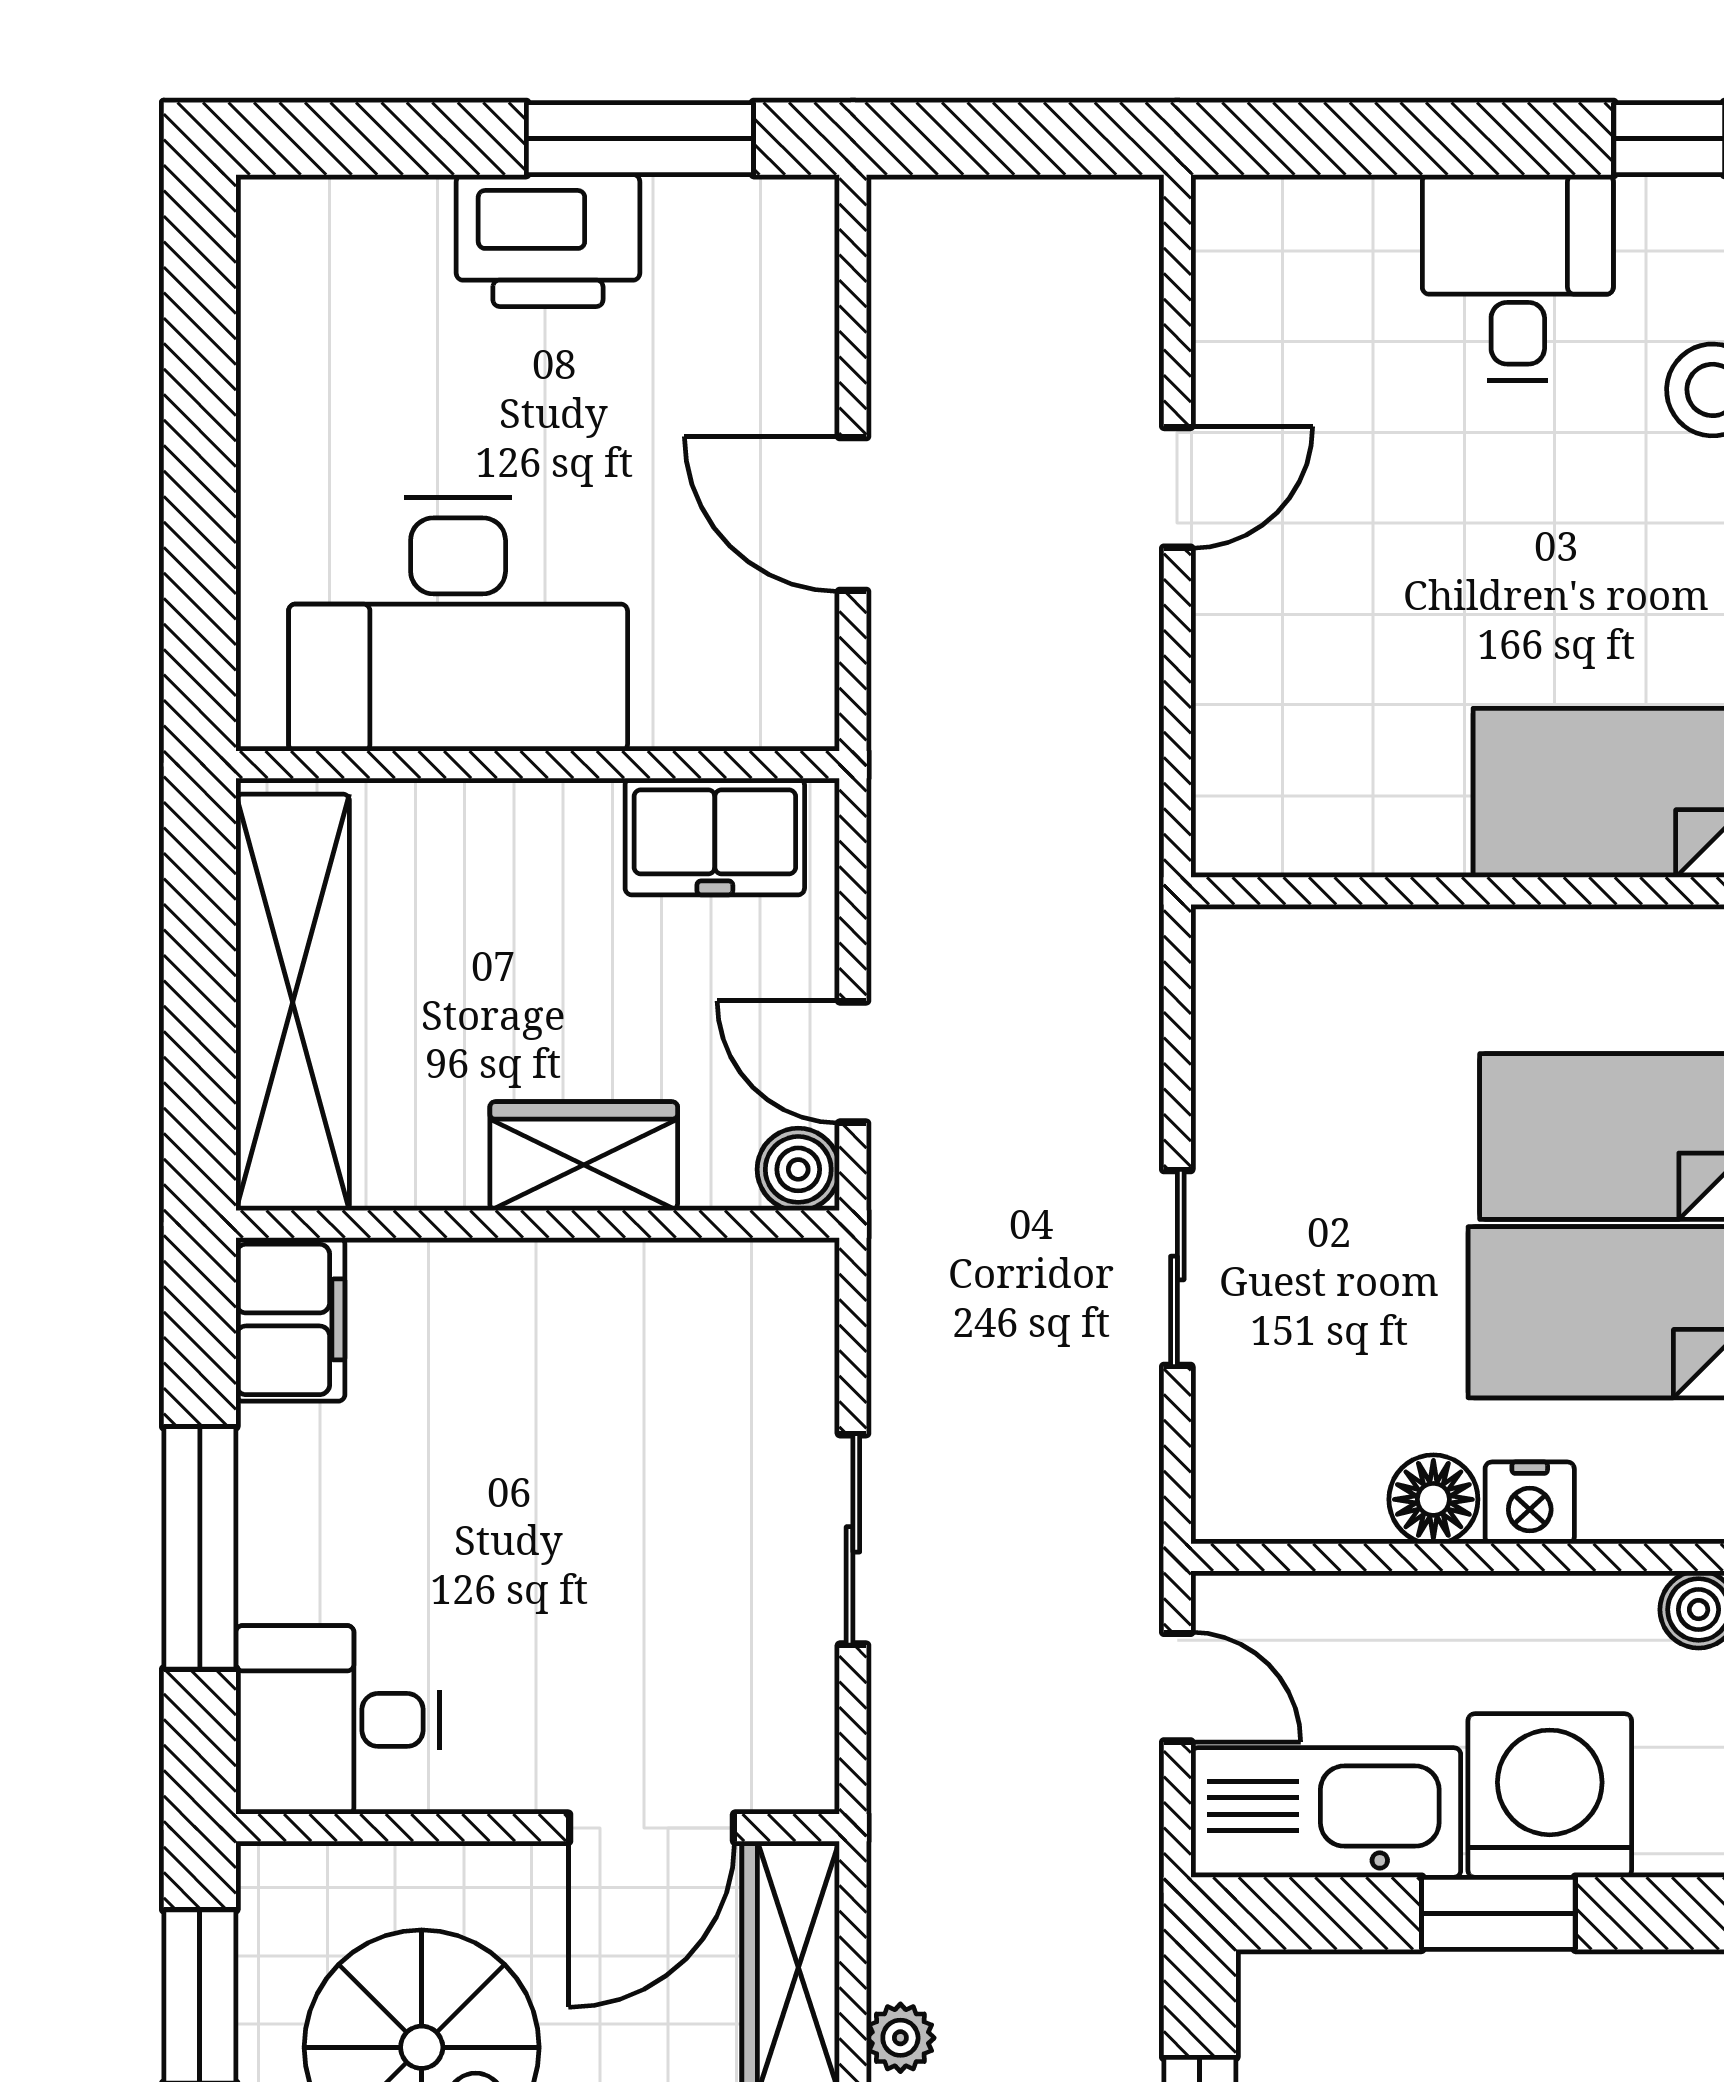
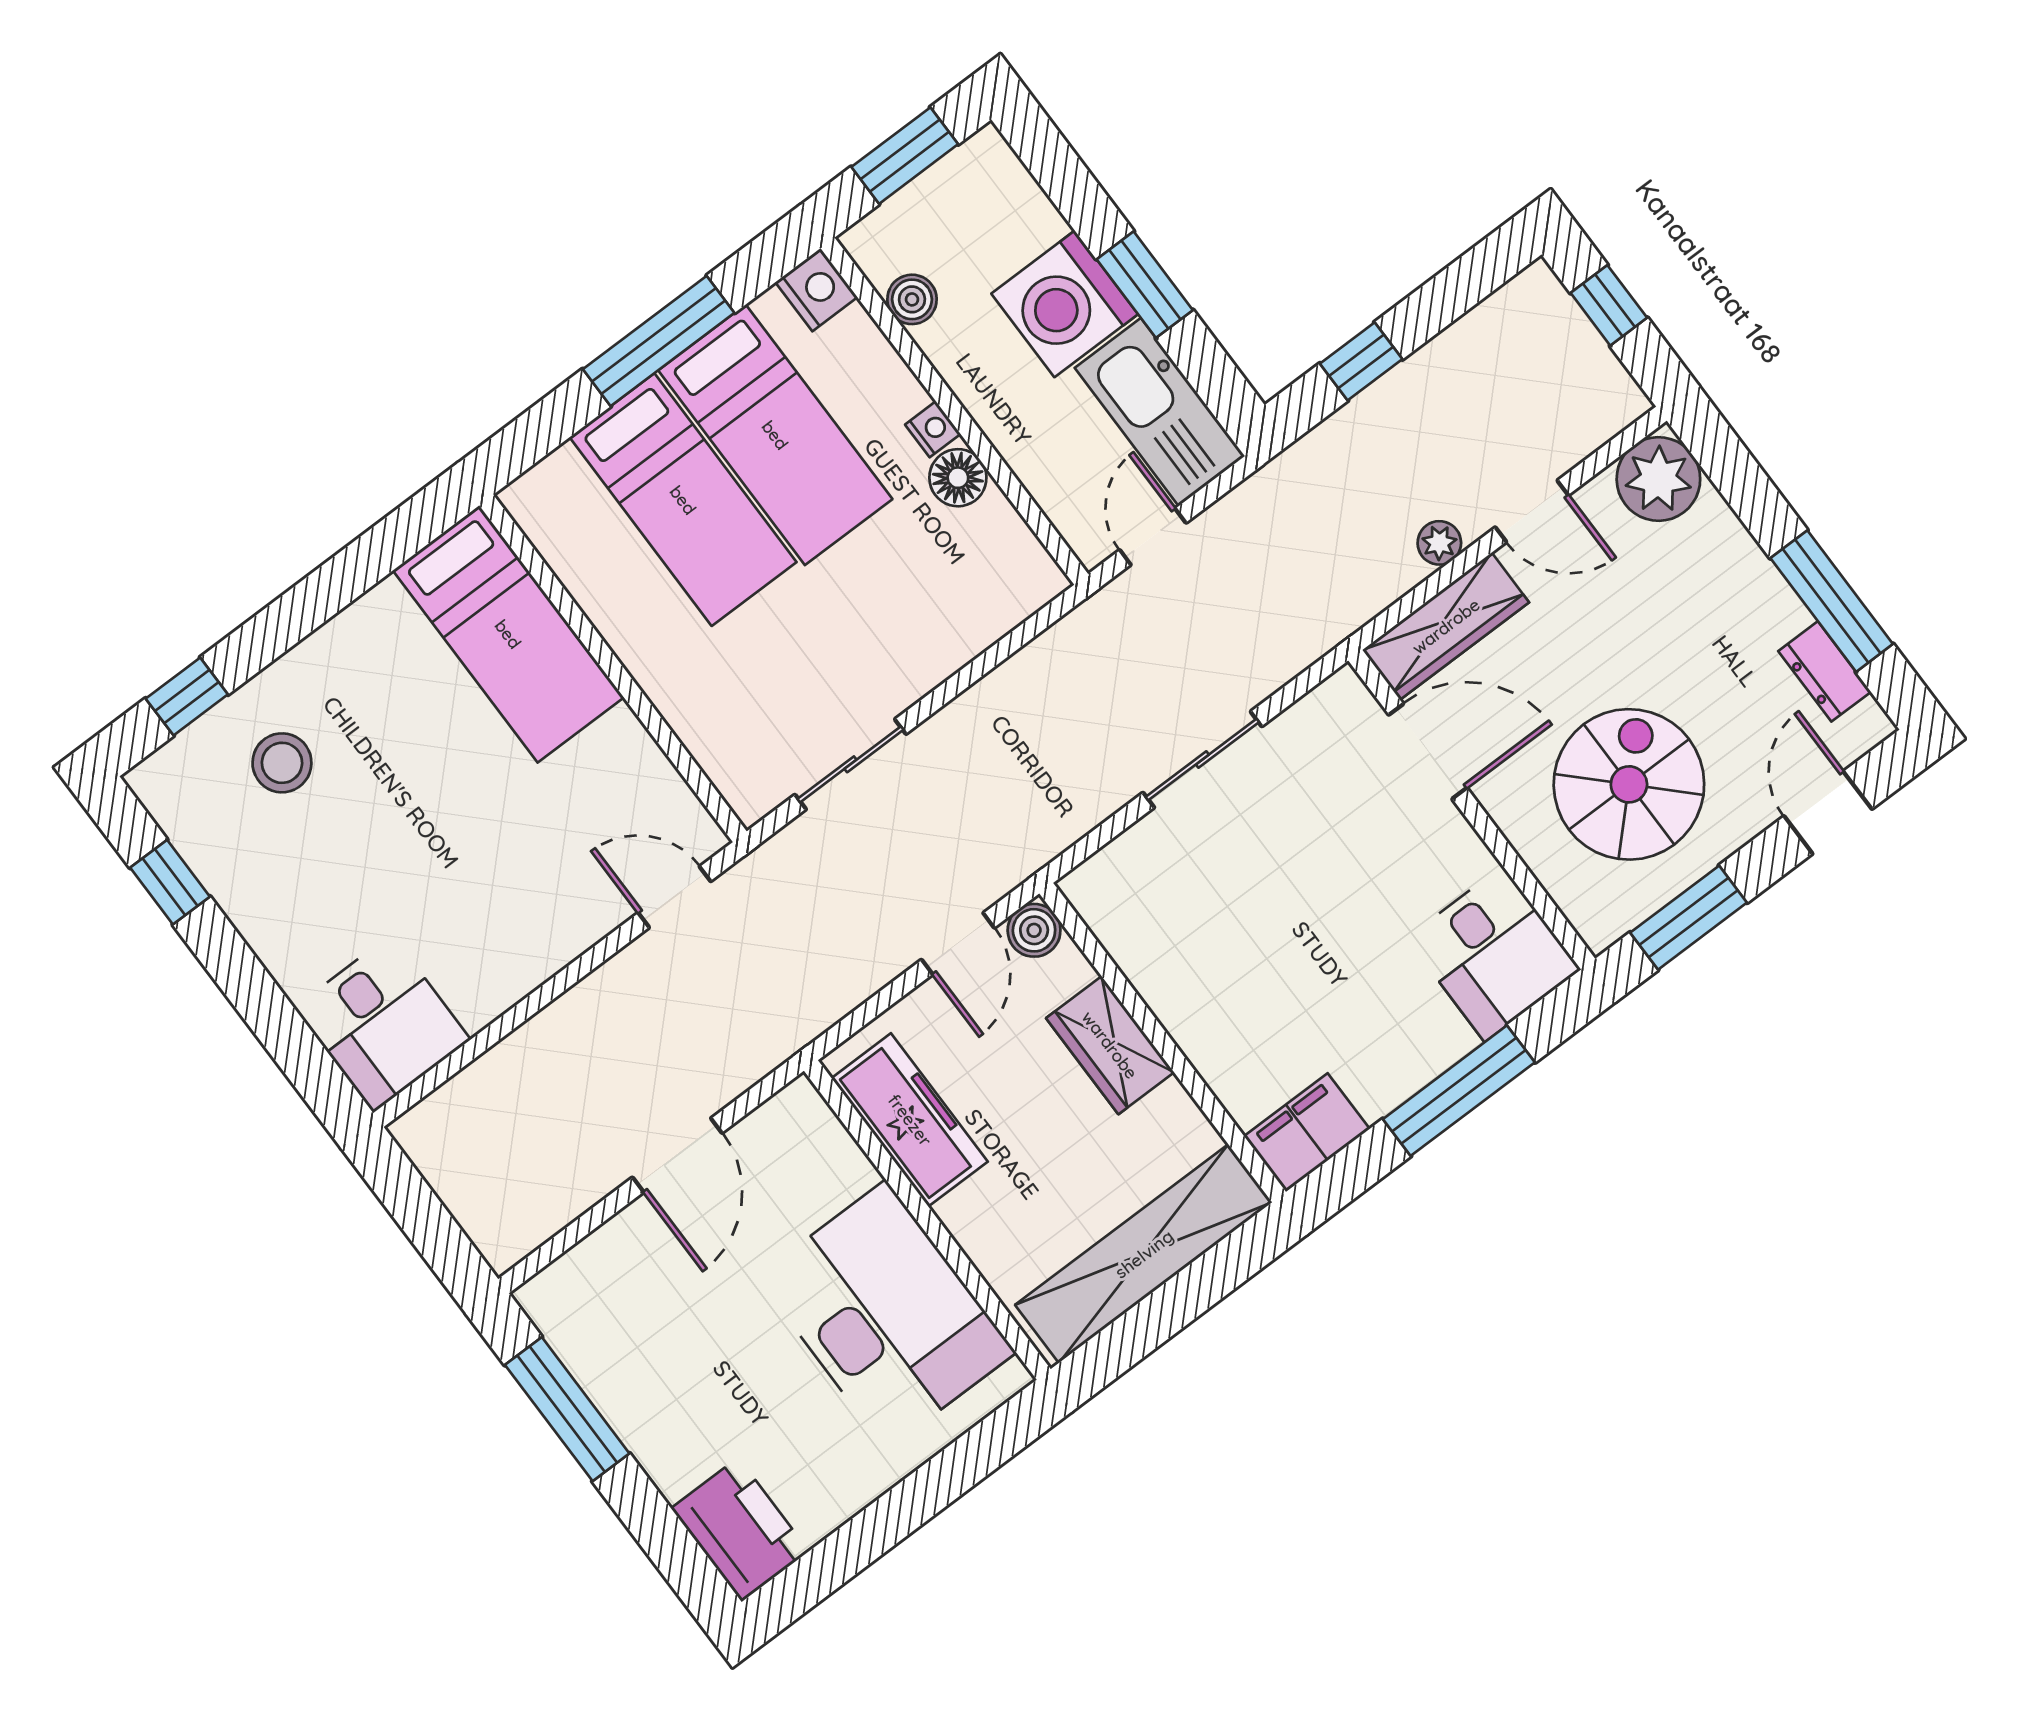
printer: (548, 241) -> (740, 1530), moved
desk: (1518, 278) -> (382, 1024), moved, turned -90
door: (1177, 487) -> (674, 897), moved
freezer: (715, 837) -> (910, 1120), width x1.40
sliding door: (1177, 1268) -> (850, 764), moved
nightstand: (1530, 1503) -> (933, 429), width x0.72, depth x0.74

